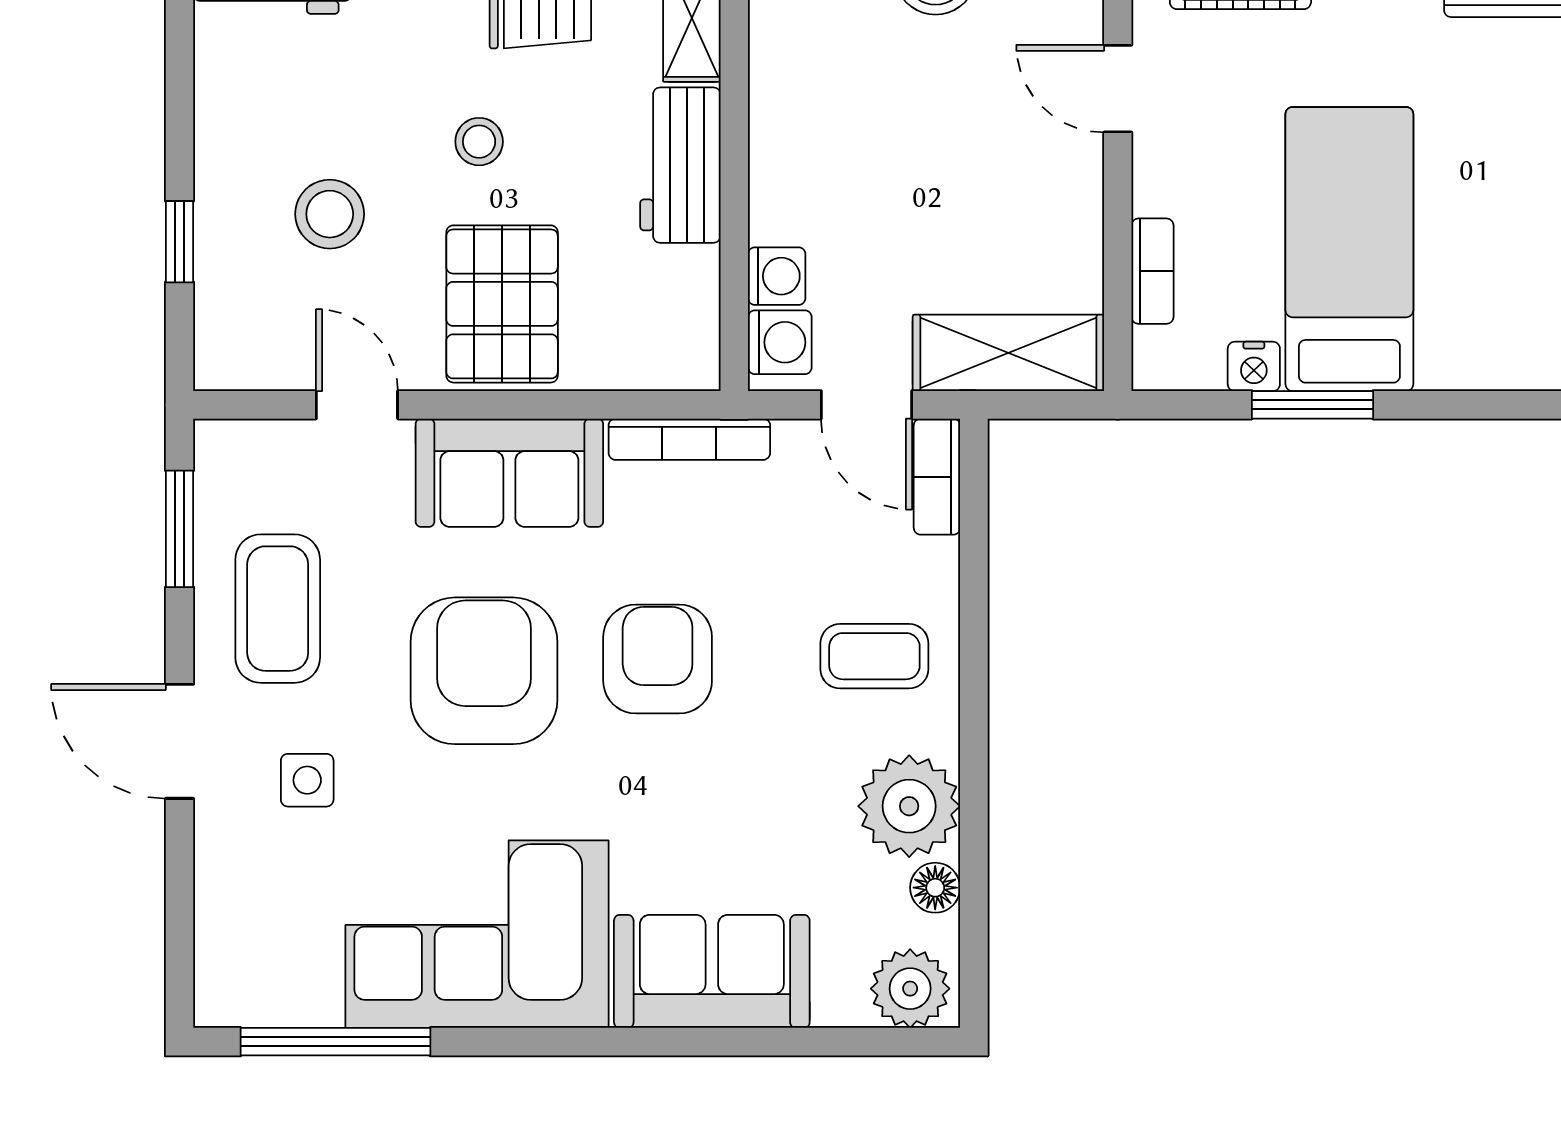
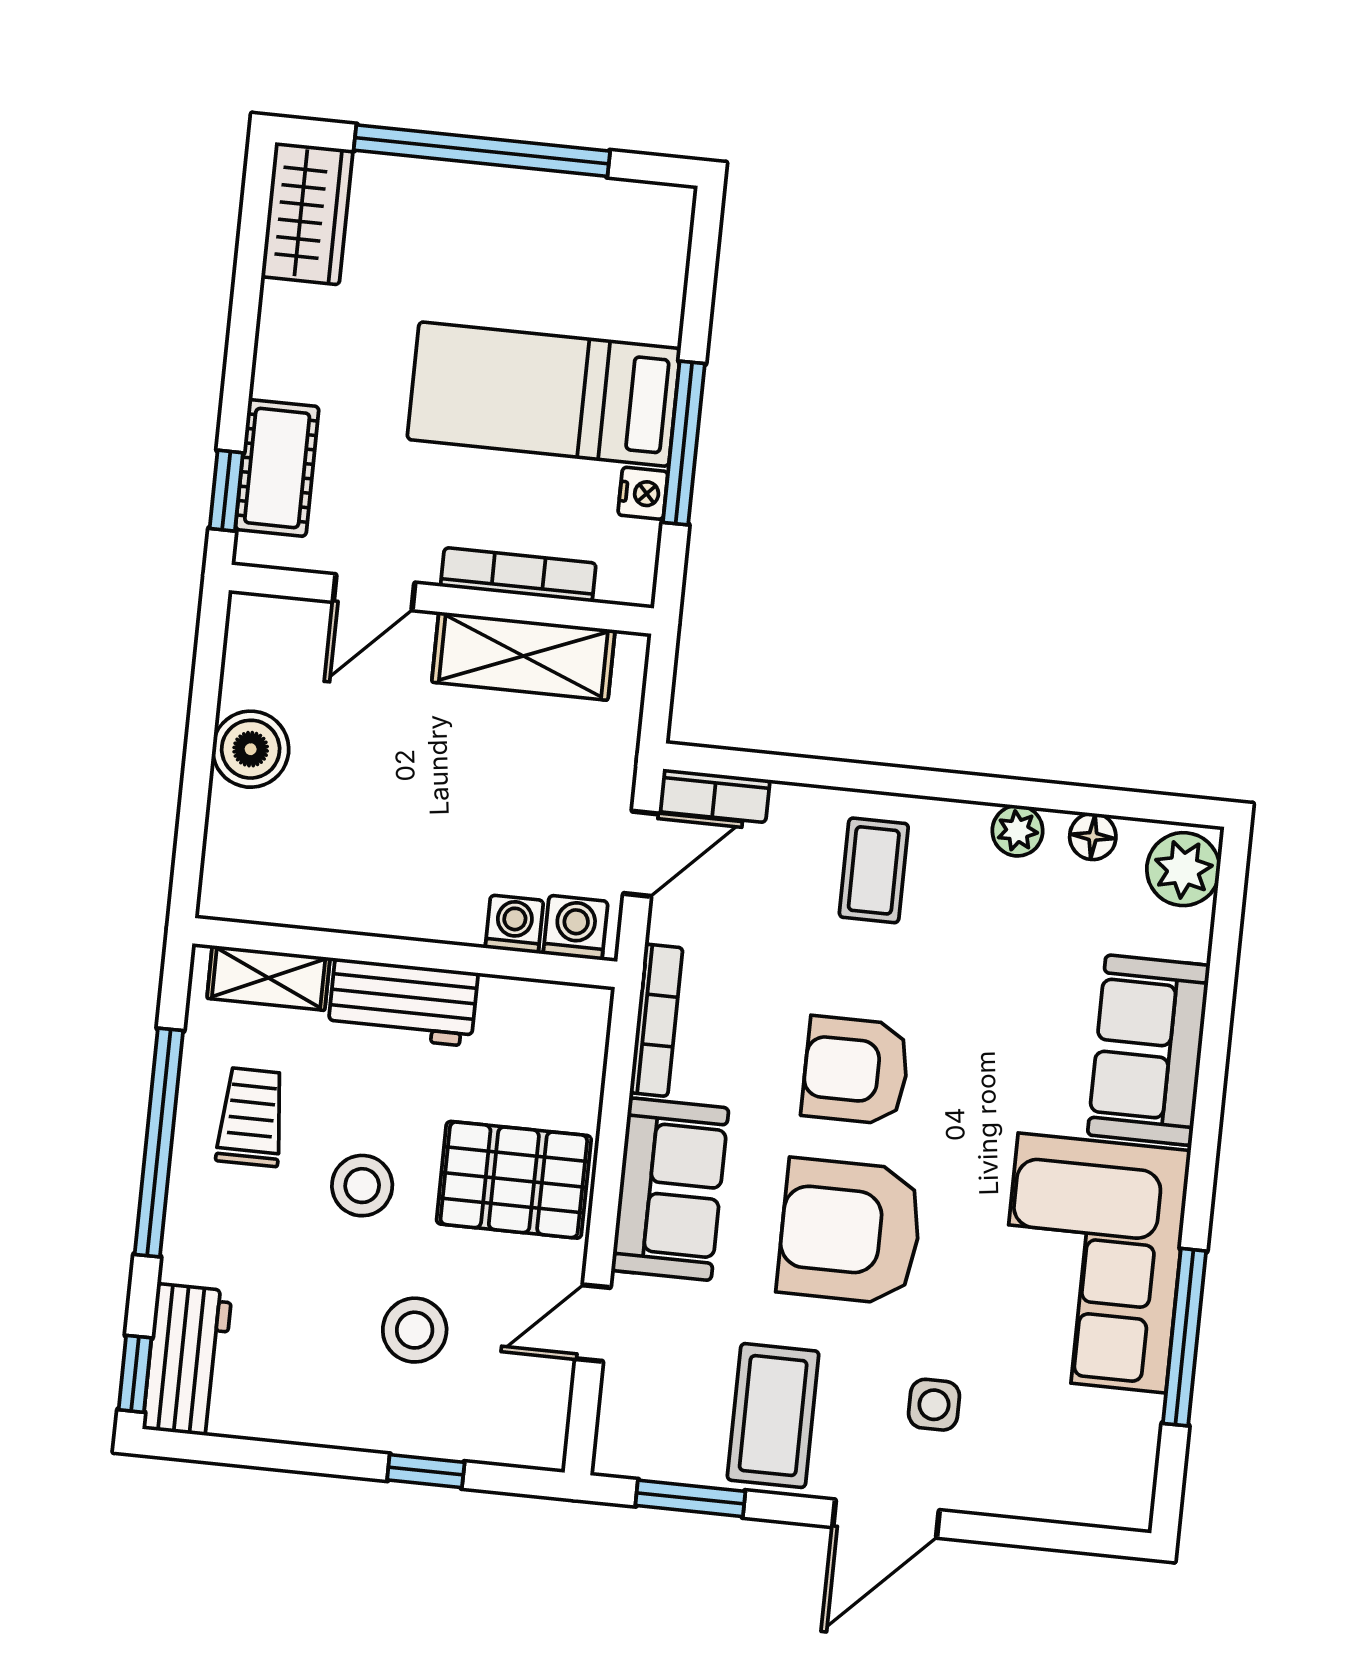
stool: (479, 142) -> (362, 1186), width x1.37, depth x1.37
bookcase: (1152, 271) -> (518, 575), width x1.56
shelving: (1008, 353) -> (523, 656), moved, turned 90
window: (1312, 405) -> (684, 443), width x1.44
coffee table: (278, 609) -> (773, 1416), turned 90
plant: (909, 806) -> (1018, 831), width x0.53, depth x0.53
window: (335, 1042) -> (1184, 1337), moved

